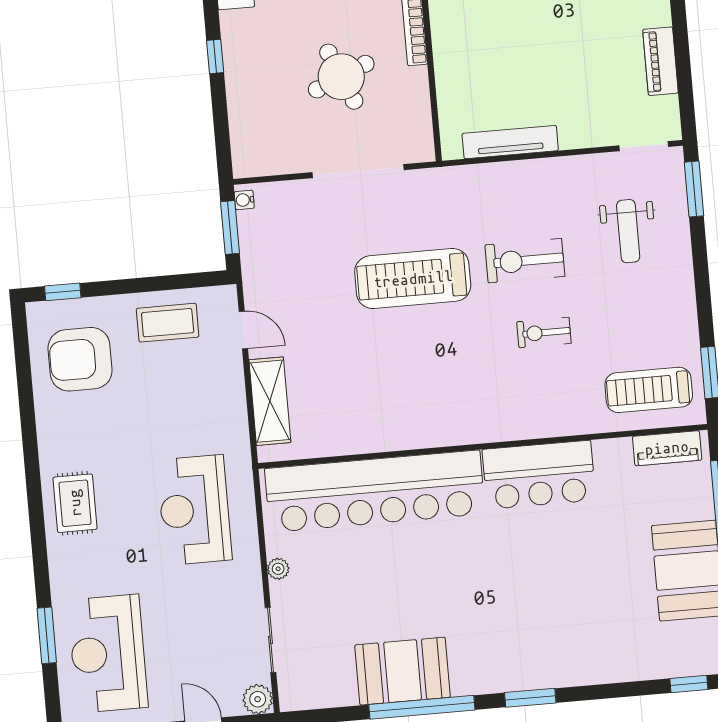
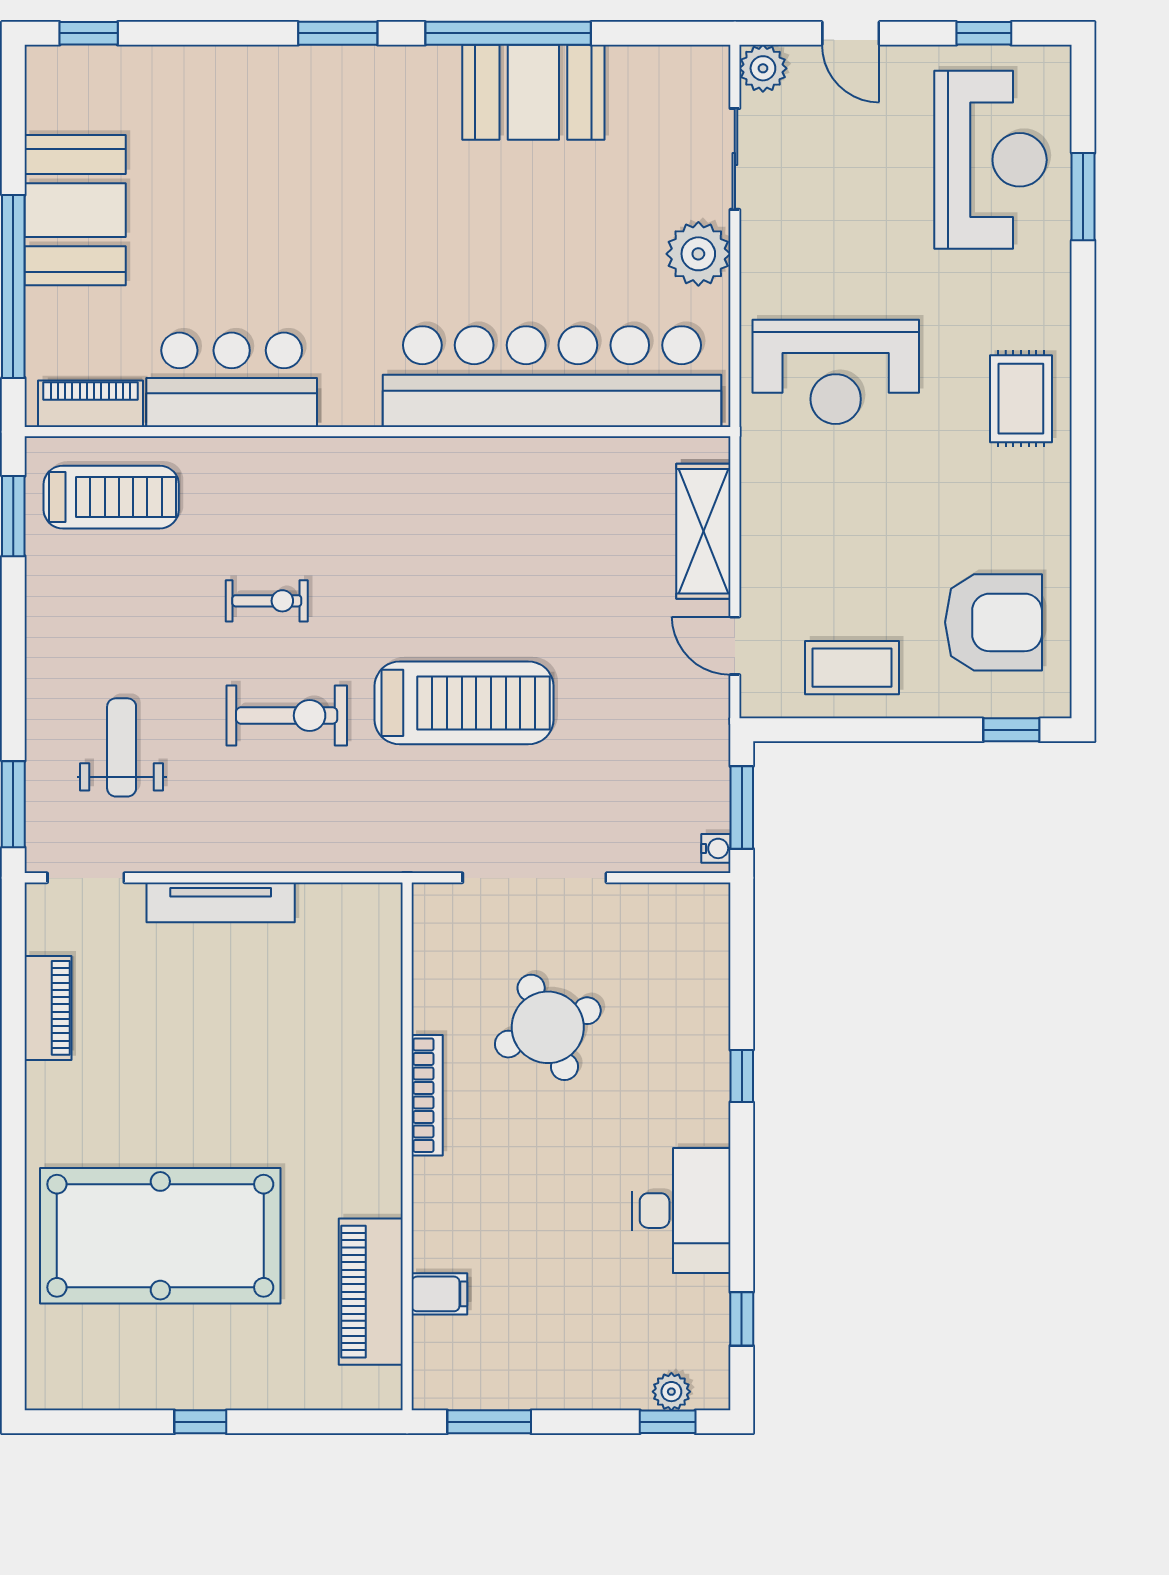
tv unit: (510, 142) -> (221, 902), moved
bar counter: (539, 475) -> (232, 380), moved
reception desk: (194, 510) -> (836, 372), turned 90
plant: (278, 569) -> (698, 254), width x1.88, depth x1.88

